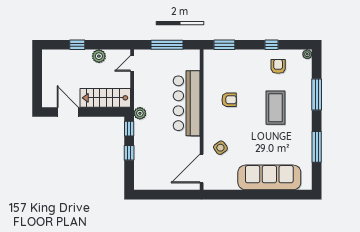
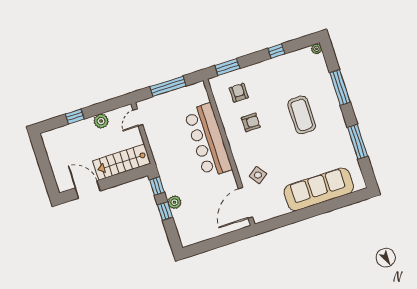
armchair: (278, 66) -> (239, 93), moved
plant: (140, 113) -> (174, 202), moved

